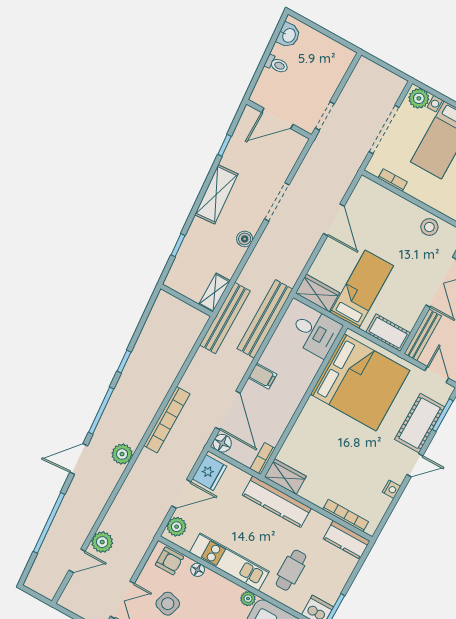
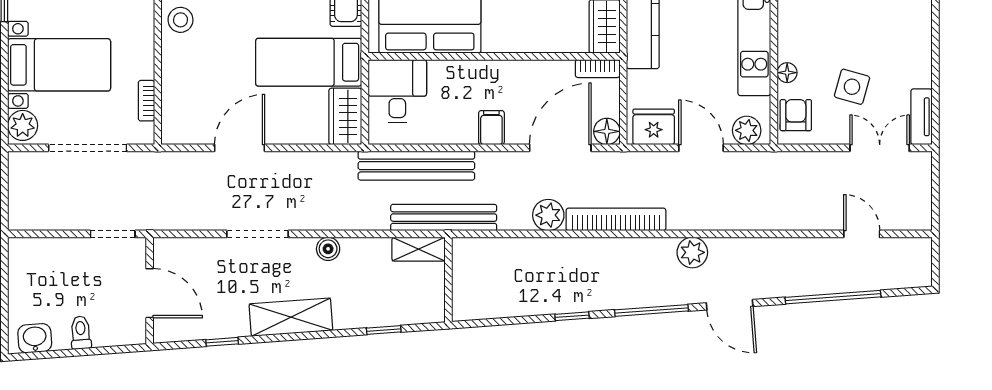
plant: (102, 542) -> (548, 215), moved

